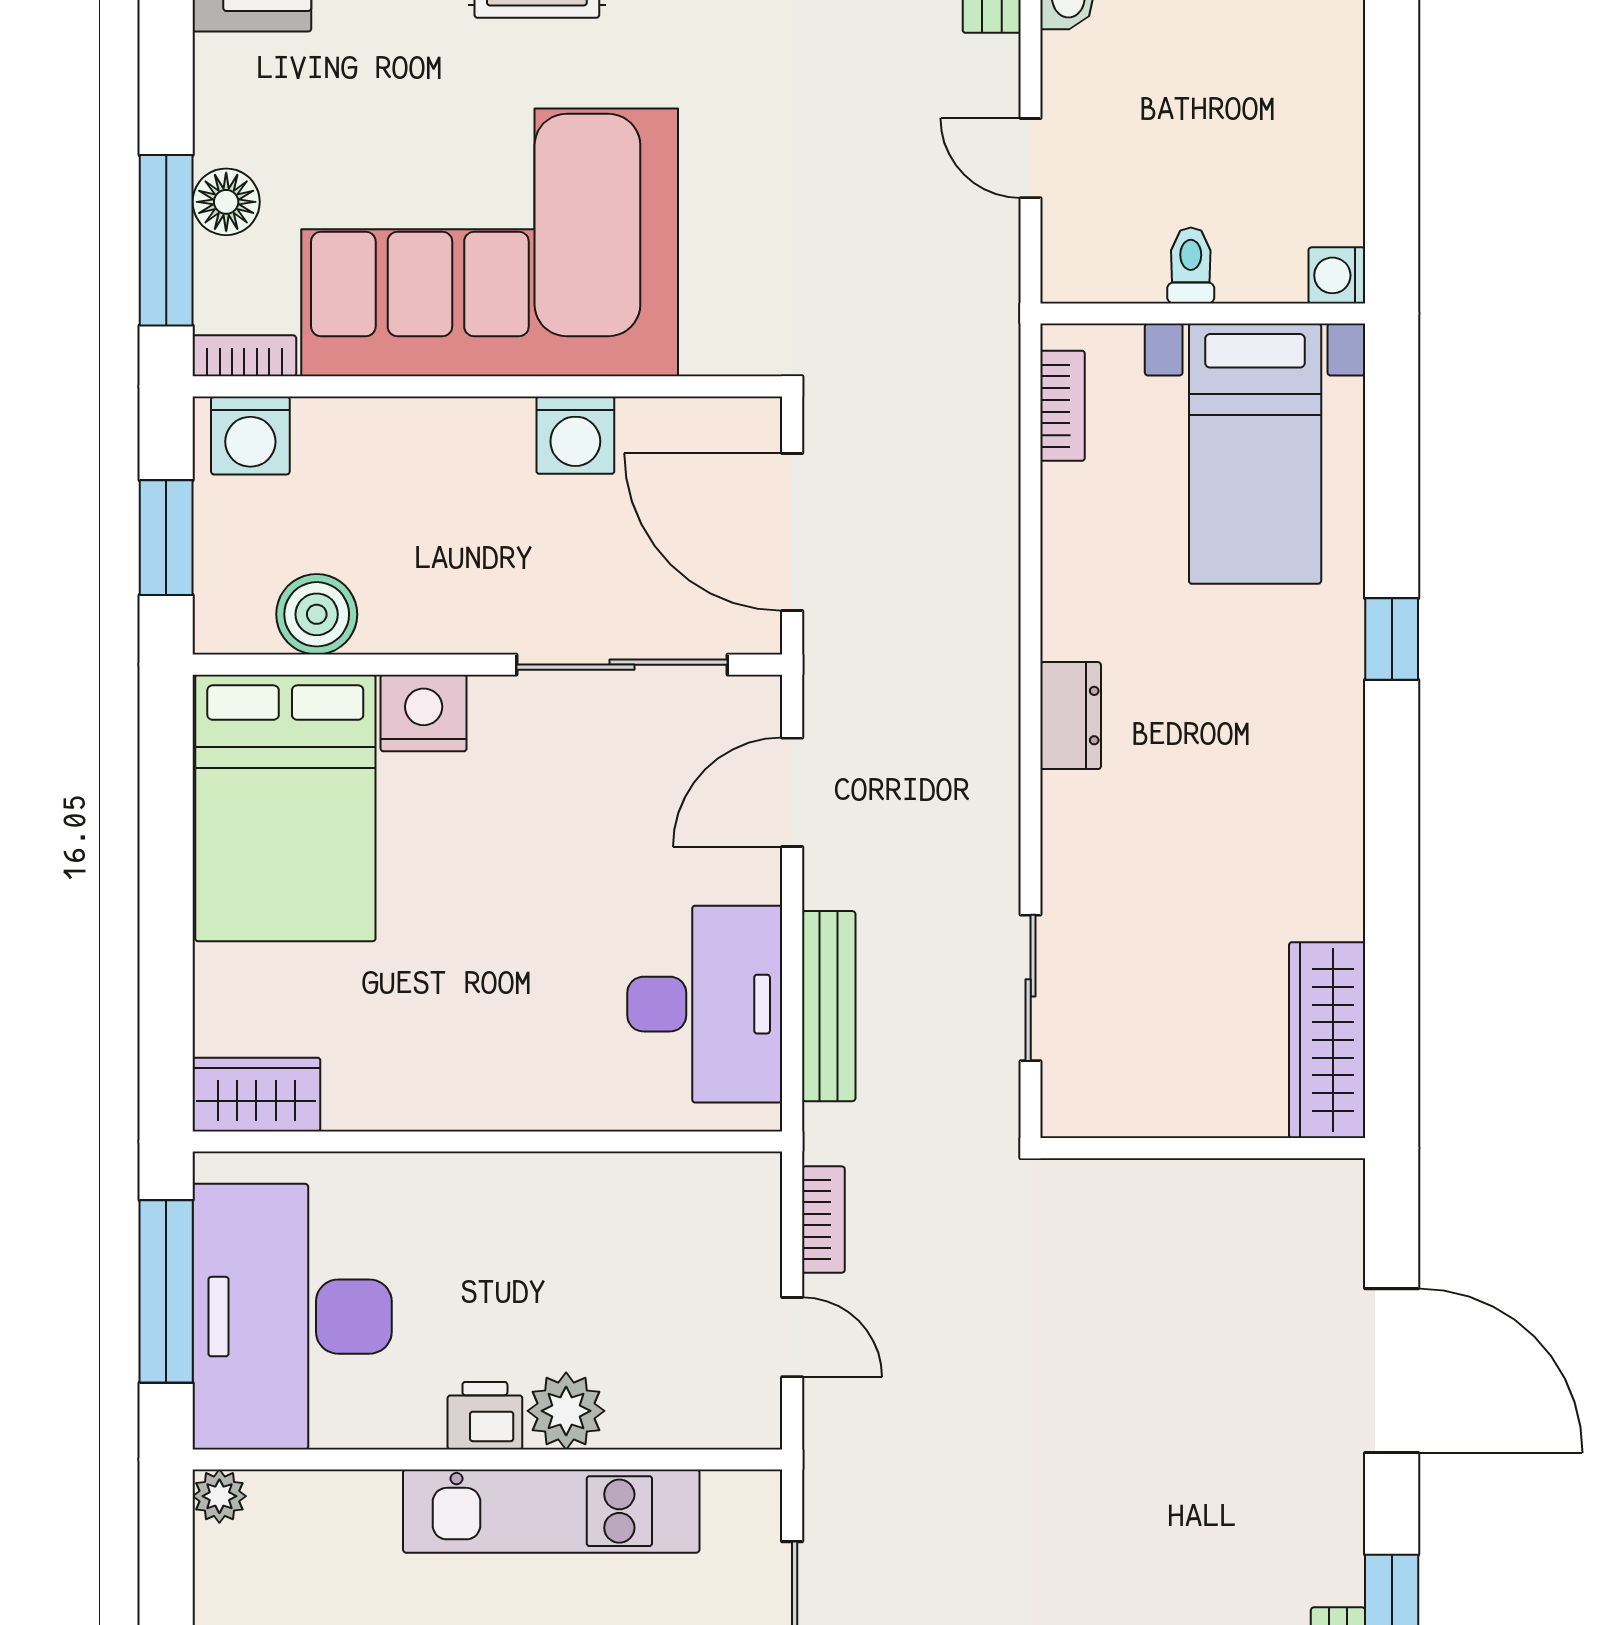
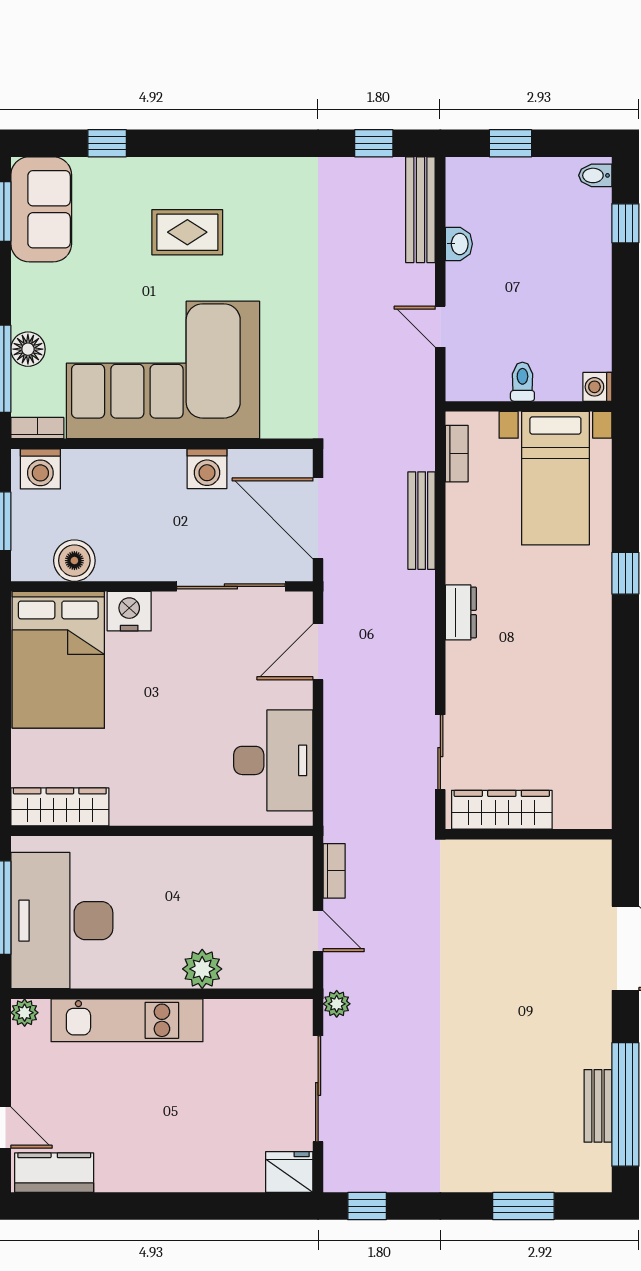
bench: (829, 1006) -> (422, 521), moved
wardrobe: (1327, 1040) -> (502, 810), moved, turned 90
wardrobe: (256, 1095) -> (60, 807), width x1.50
printer: (485, 1416) -> (161, 971), removed
plant: (828, 1479) -> (337, 1004), added
kitchen unit: (551, 1511) -> (127, 1020), moved

